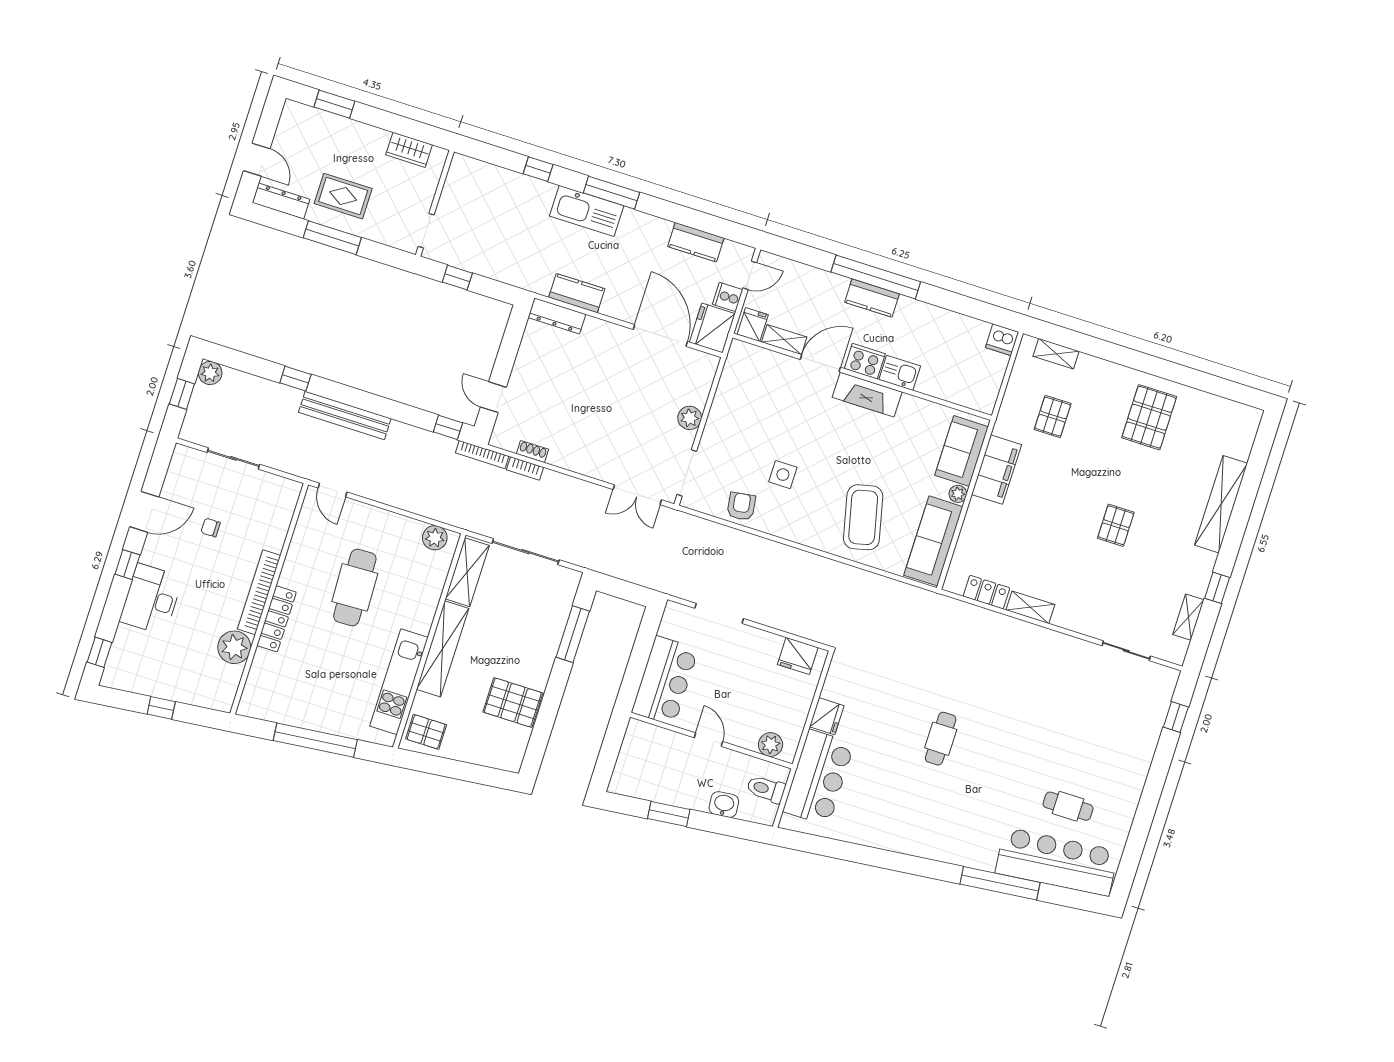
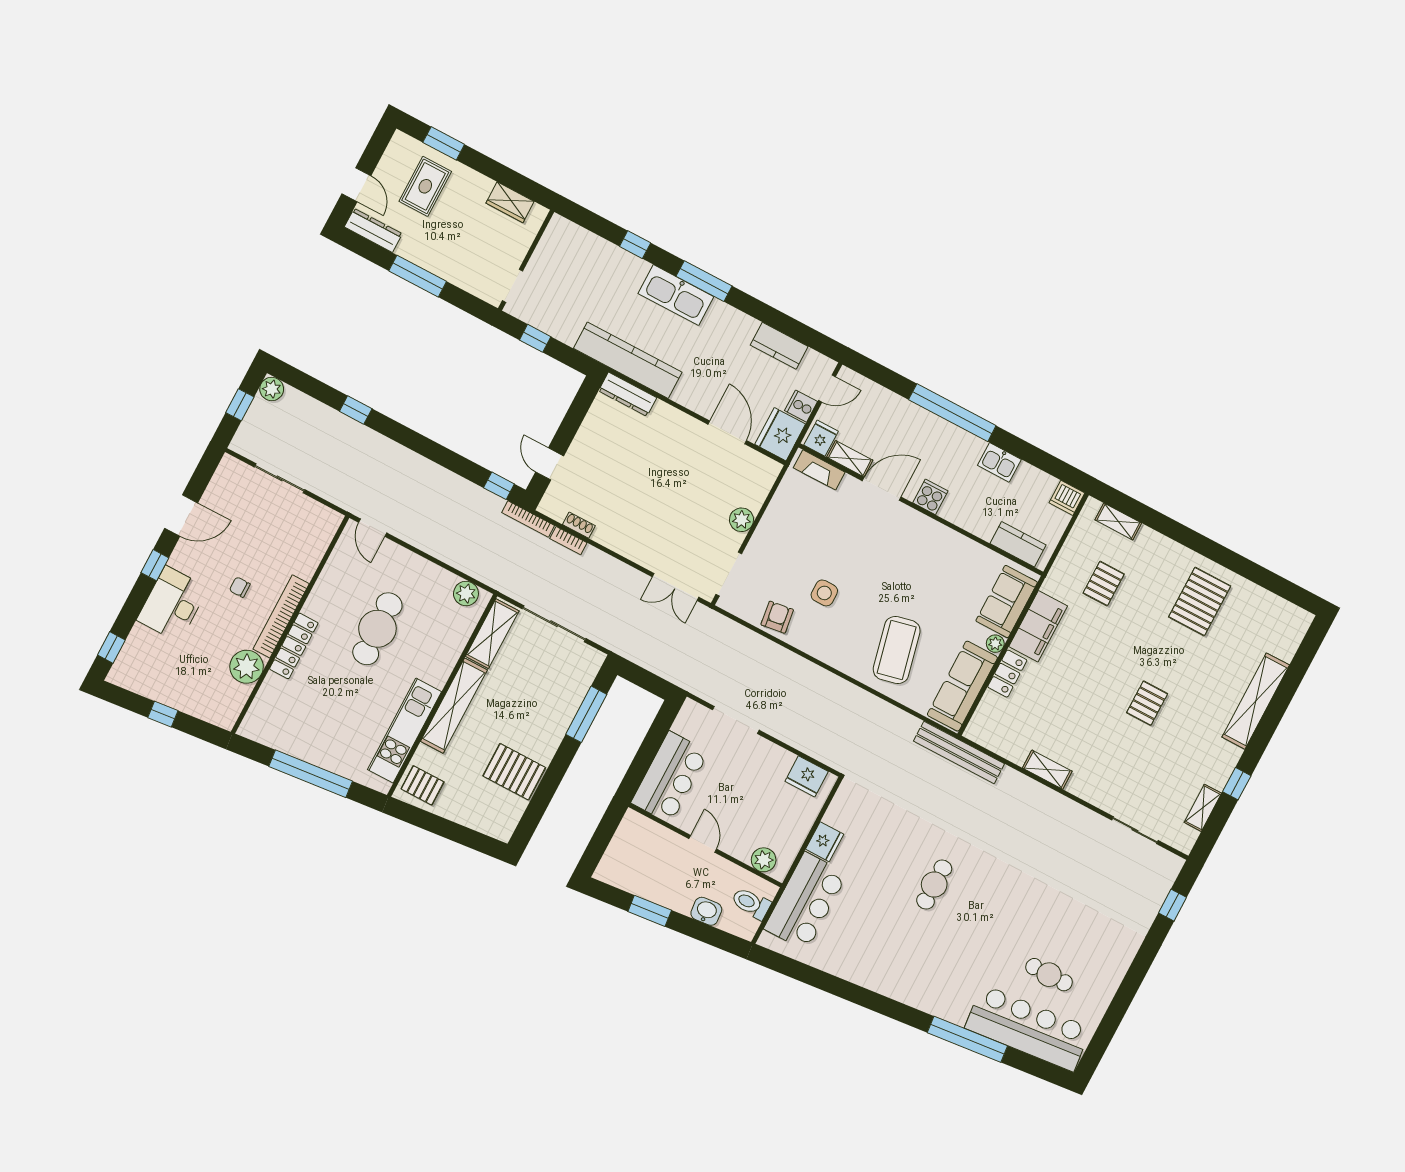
rug: (343, 196) -> (425, 186), moved, turned 90
kitchen counter: (577, 293) -> (628, 360), width x2.08, depth x1.17
kitchen counter: (872, 298) -> (1018, 544), moved, turned 180
door: (660, 335) -> (727, 432), width x0.73
cooker: (865, 361) -> (930, 497), width x0.73
kitchen sink: (900, 373) -> (999, 462), moved, turned 180
fireplace: (867, 395) -> (819, 470), moved, width x0.73, depth x0.76
bench: (345, 415) -> (959, 752), moved
chair: (211, 528) -> (240, 587), moved
locker: (987, 592) -> (1007, 674), moved, turned 90

